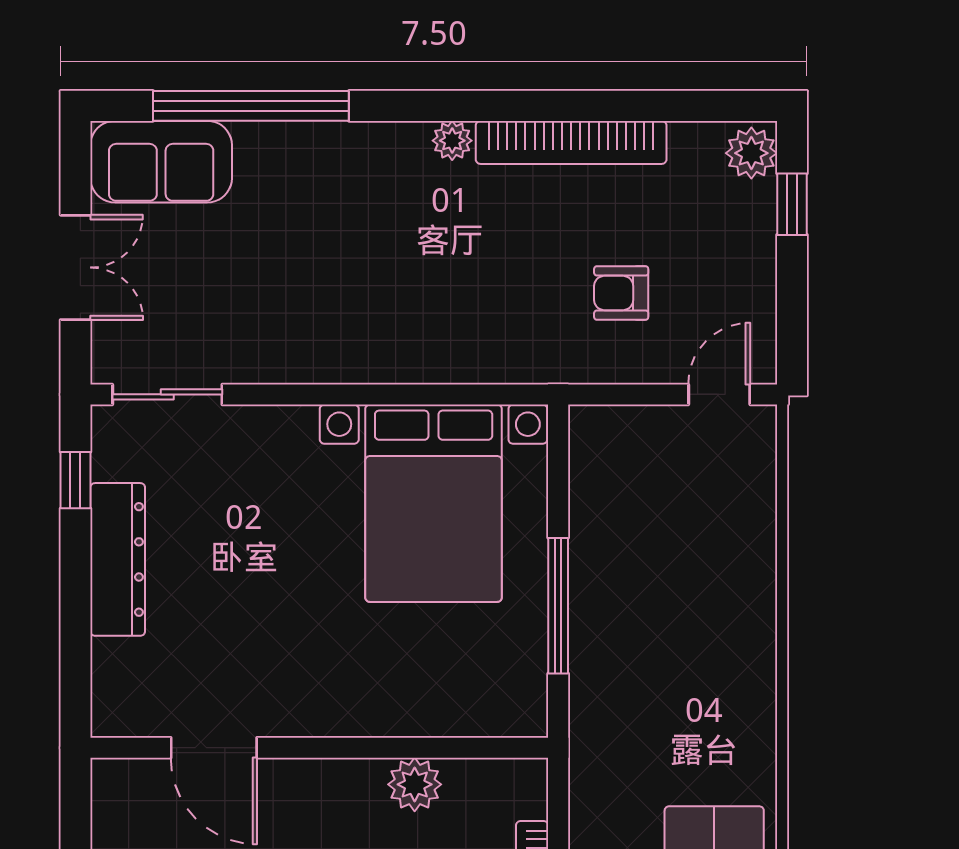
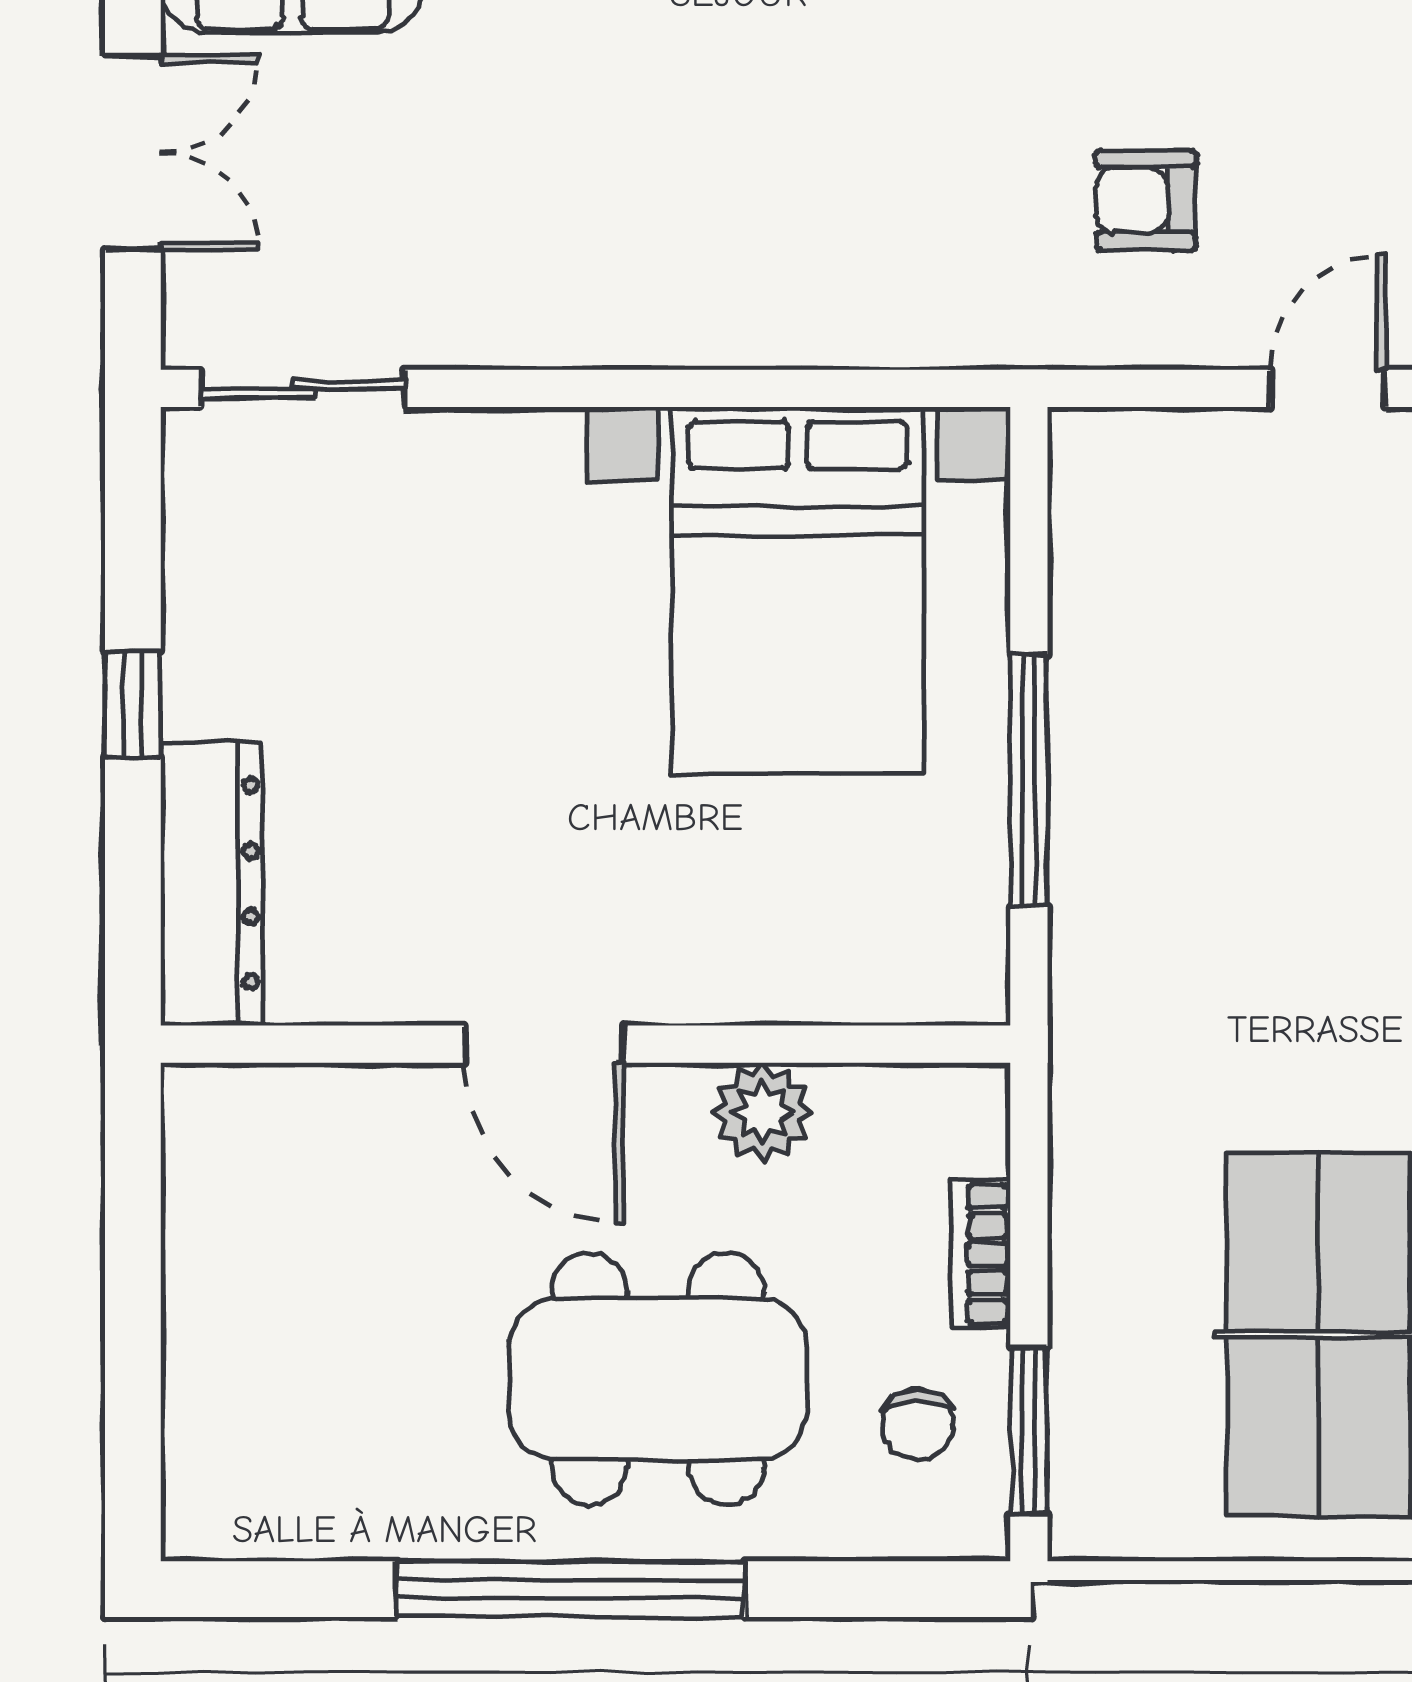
window: (75, 480) -> (133, 705), moved
dresser: (118, 559) -> (211, 884), moved
door: (214, 748) -> (544, 1044), moved

